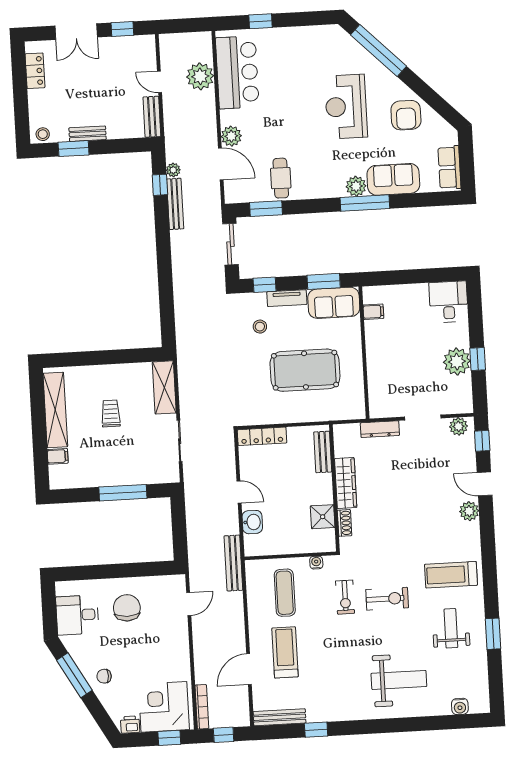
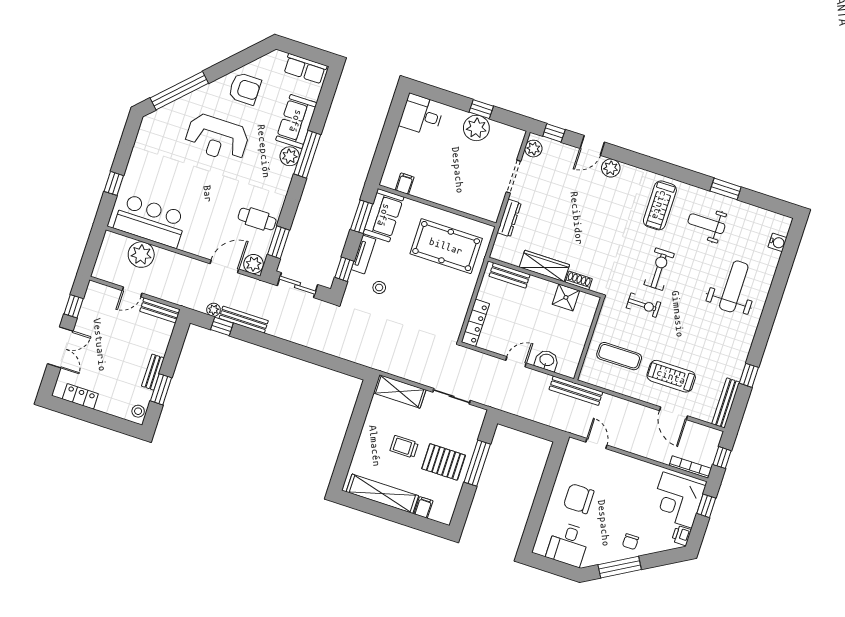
plant: (231, 136) -> (253, 264), moved
pool table: (305, 370) -> (446, 246), moved, turned 90
pallet: (111, 459) -> (444, 462), added
water cooler: (316, 563) -> (604, 319), removed

